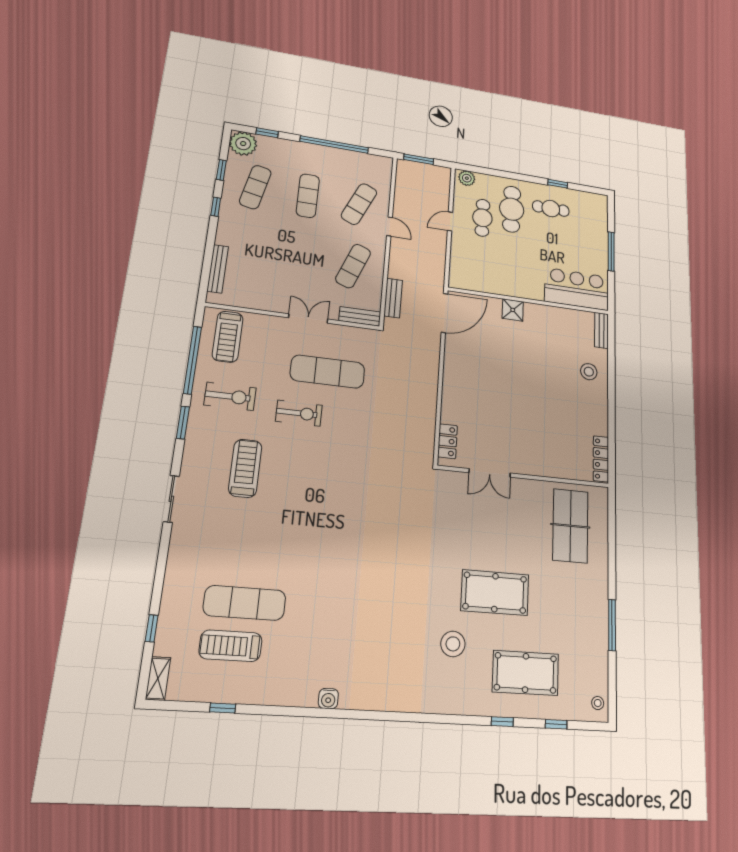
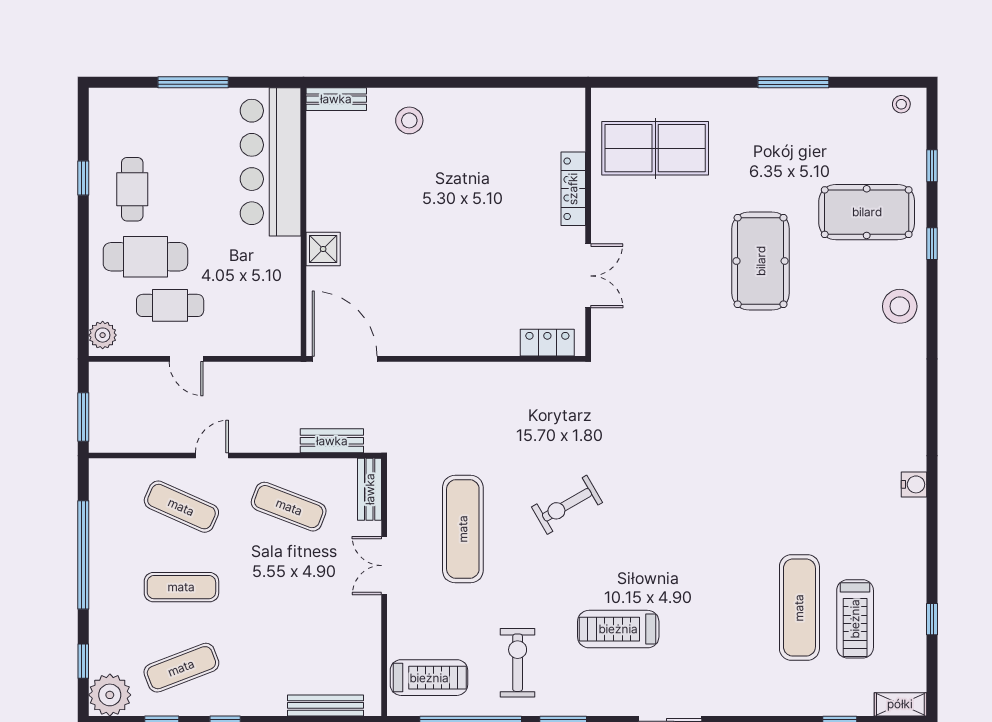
exercise mat: (255, 187) -> (181, 668), turned -33
bar counter: (577, 289) -> (271, 162), width x1.36
exercise bike: (299, 413) -> (567, 505), moved, turned -120
locker: (601, 459) -> (573, 189), moved, turned 90
stool: (453, 644) -> (900, 306), moved
pool table: (526, 673) -> (867, 212), turned 90

